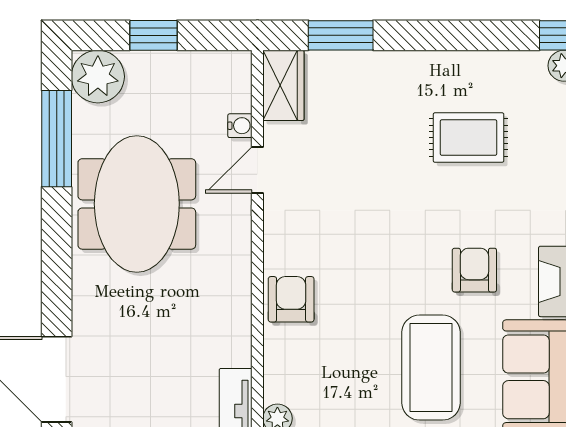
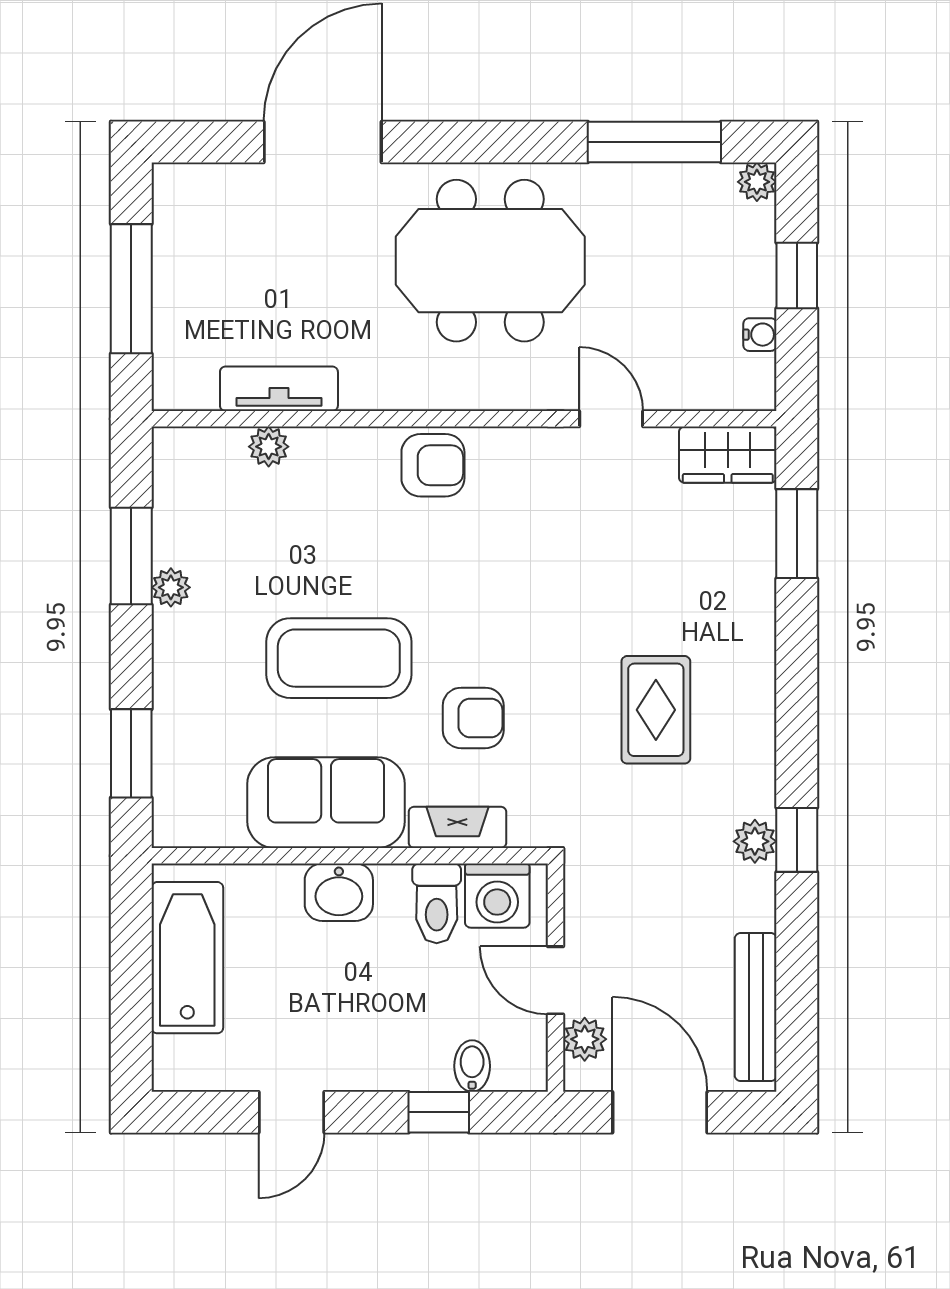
plant: (98, 77) -> (757, 182), width x0.53, depth x0.53
water cooler: (240, 126) -> (760, 335), moved, turned -90
meeting table: (137, 204) -> (490, 261), moved

